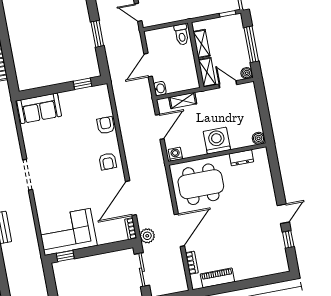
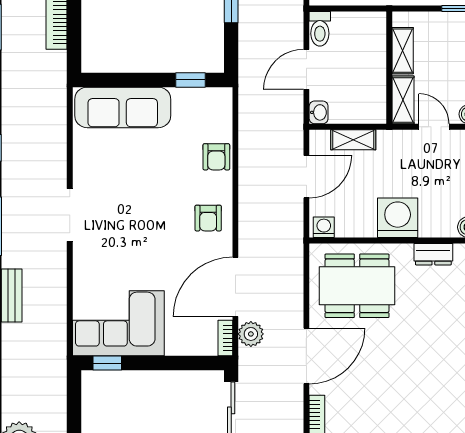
toilet: (182, 34) -> (320, 29), moved
sofa: (39, 108) -> (123, 107), width x1.36
armchair: (106, 125) -> (216, 157), turned 180
plant: (147, 236) -> (251, 334), moved

